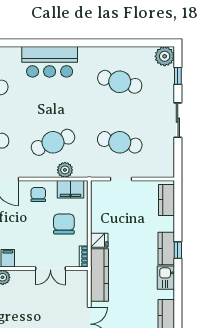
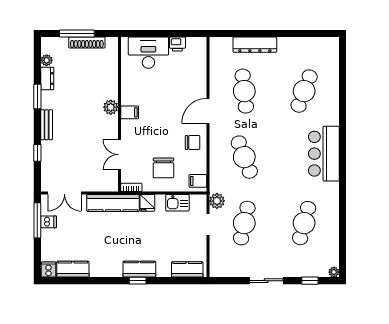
plant: (165, 56) -> (334, 272), width x0.53, depth x0.53
plant: (65, 170) -> (217, 201), moved
filing cabinet: (71, 189) -> (198, 181), width x0.50
chair: (64, 224) -> (163, 168), turned 90
kitchen sink: (166, 278) -> (177, 203), moved, turned 180

